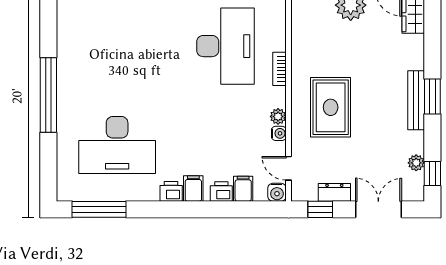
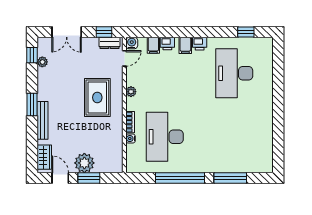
window: (48, 95) -> (278, 105), removed
bench: (416, 100) -> (42, 120), moved
water cooler: (279, 133) -> (131, 139), moved
desk: (117, 145) -> (234, 73), turned -90
door: (289, 168) -> (124, 58), hinge flipped
dresser: (334, 192) -> (109, 43), moved
window: (99, 209) -> (246, 32), width x0.46

